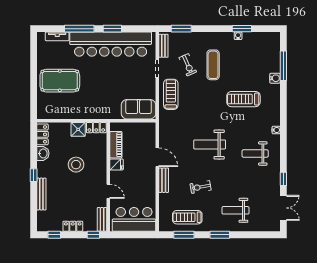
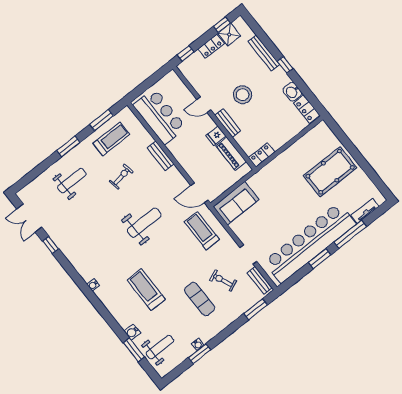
window: (283, 66) -> (134, 350), width x0.69
treadmill: (171, 94) -> (202, 231), moved, turned 180
treadmill: (243, 99) -> (146, 290), turned -90
shower: (78, 129) -> (229, 35), moved
weight bench: (255, 153) -> (160, 347), moved
door: (157, 157) -> (199, 193), moved
stool: (76, 165) -> (243, 95), moved
bench: (102, 219) -> (228, 123), moved
bar counter: (134, 219) -> (159, 116), moved, turned -90

